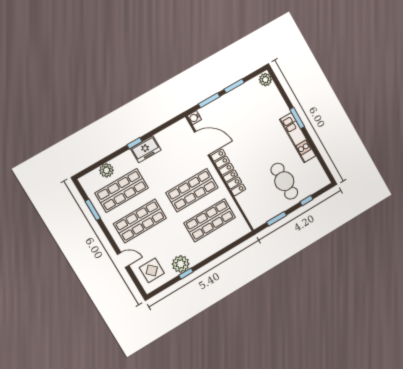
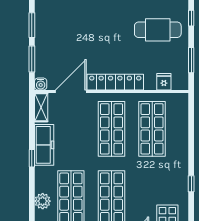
shelving: (177, 128) -> (41, 107), added
freezer: (146, 149) -> (44, 145), width x1.40
fridge: (249, 208) -> (164, 82), added
plant: (181, 264) -> (178, 183), removed

